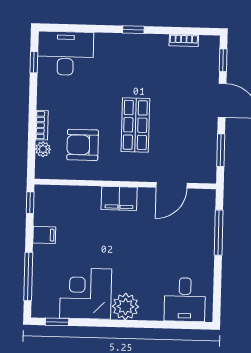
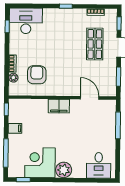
shop shelf: (135, 125) -> (95, 44), moved
armchair: (83, 145) -> (37, 75), turned 90
door: (171, 185) -> (90, 98), swing flipped

